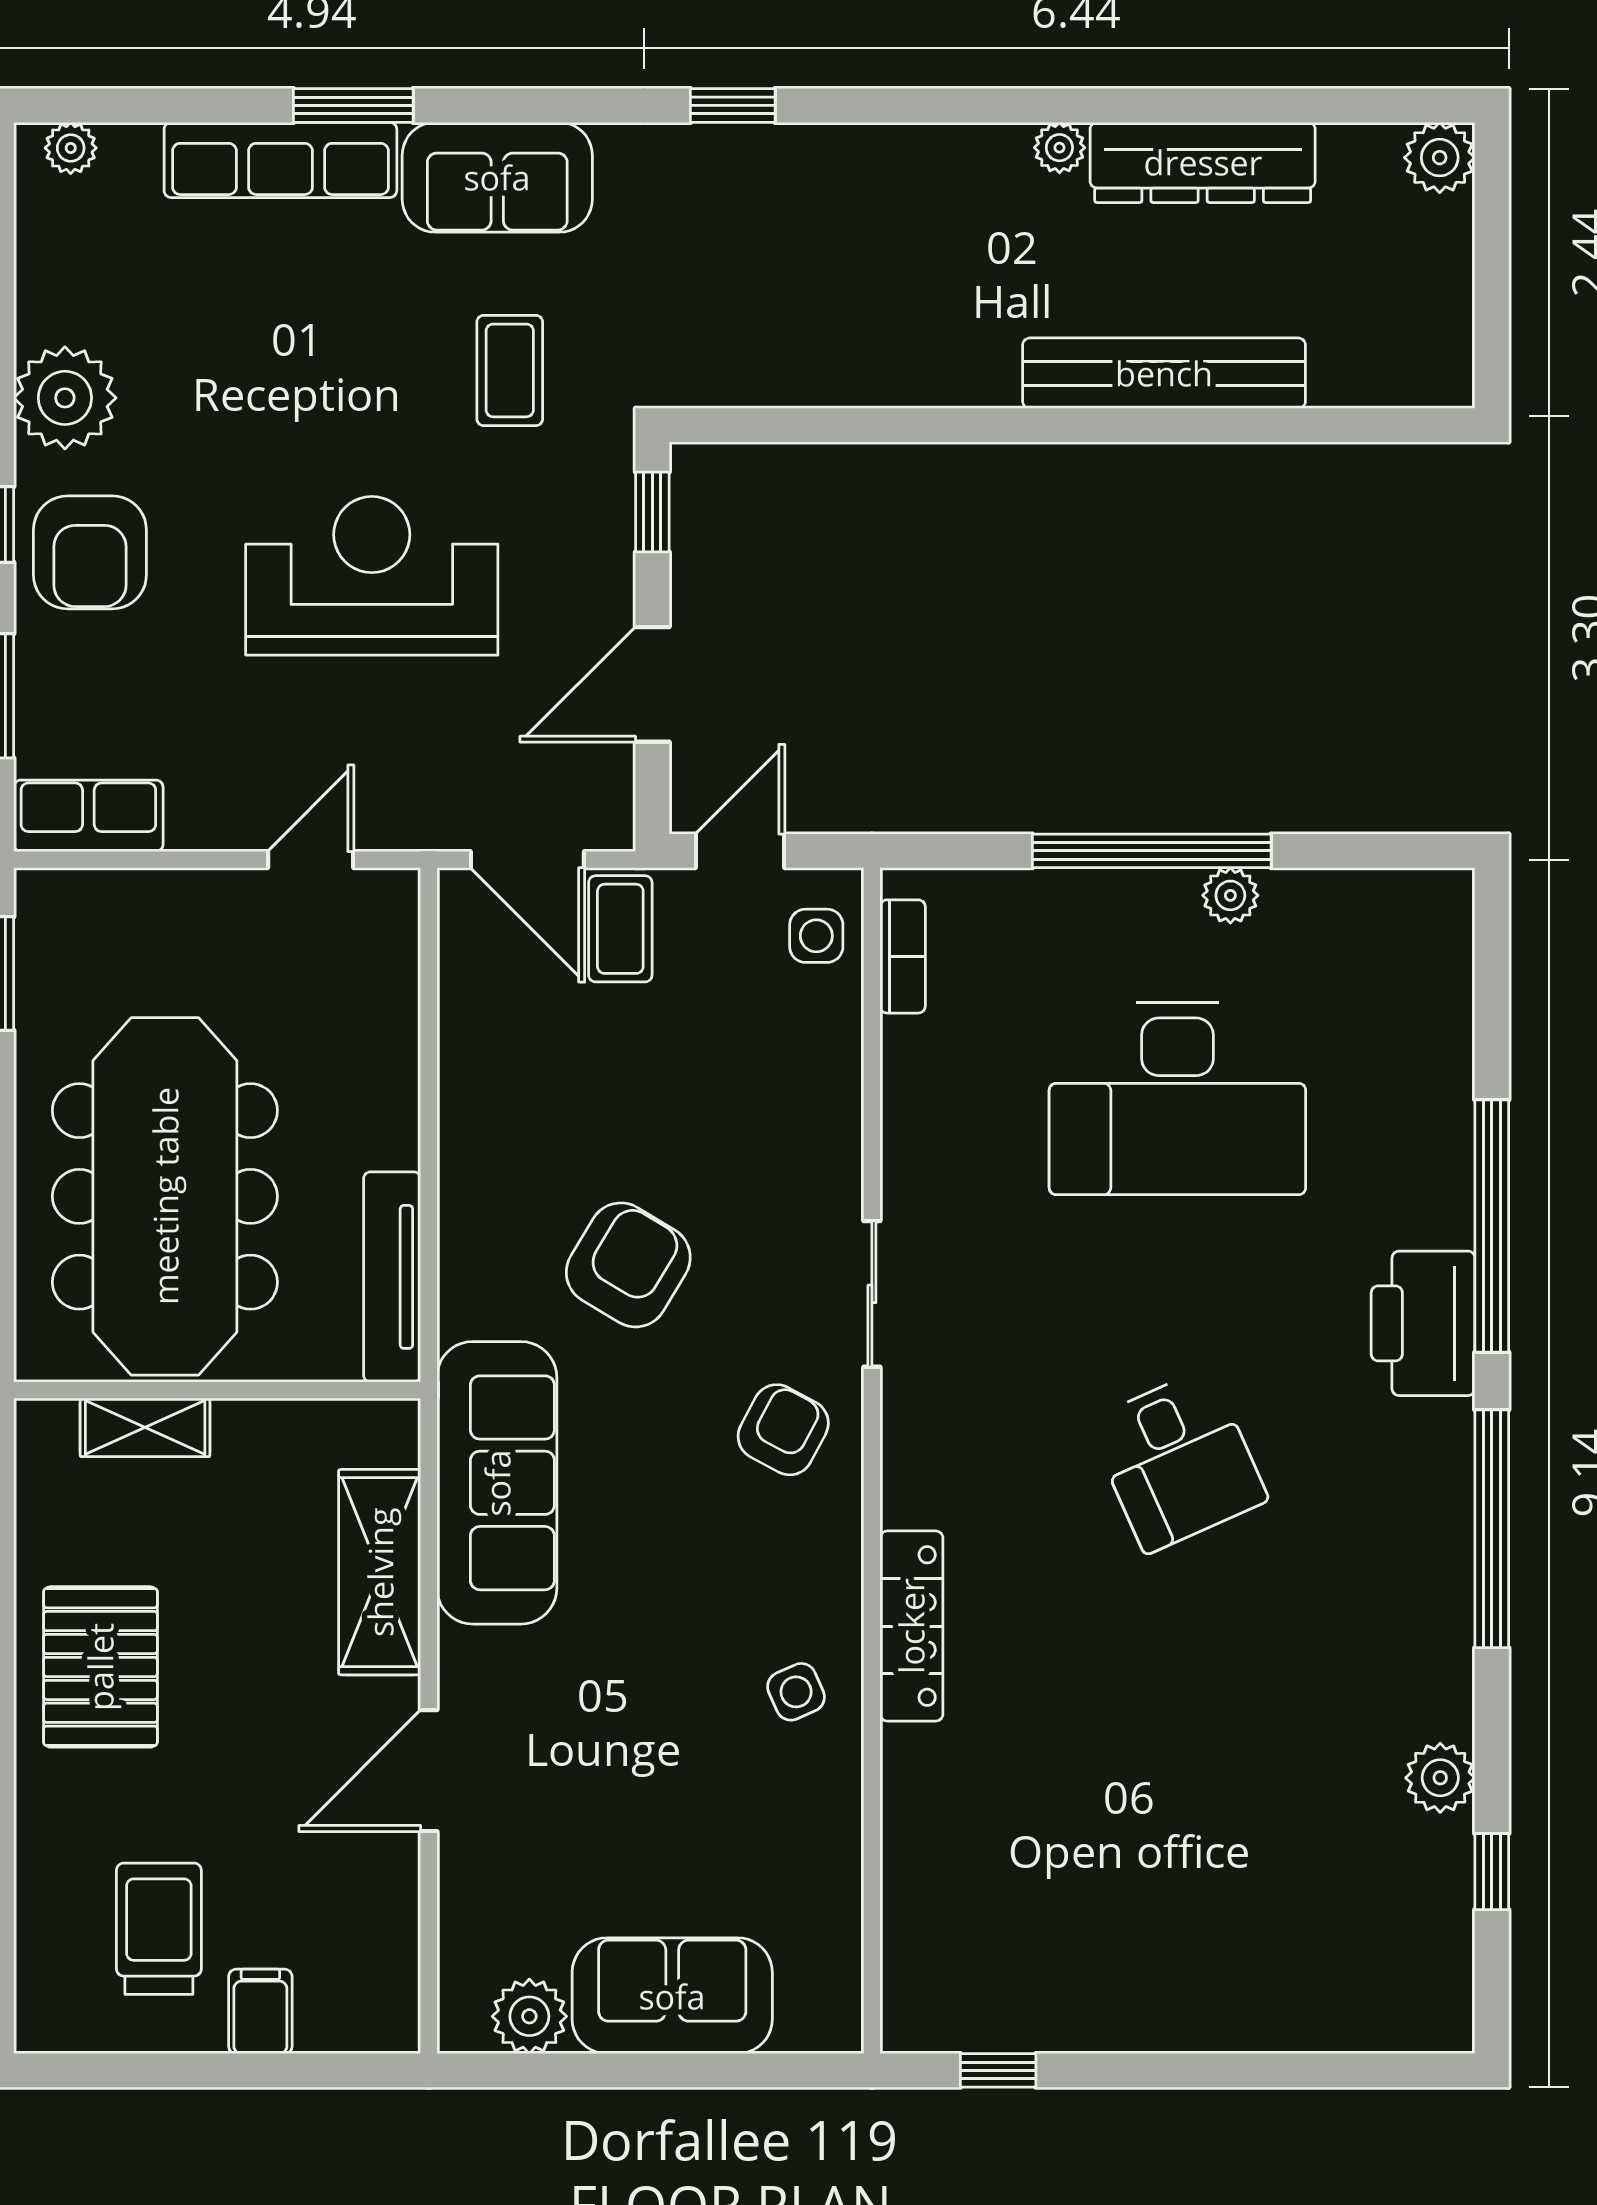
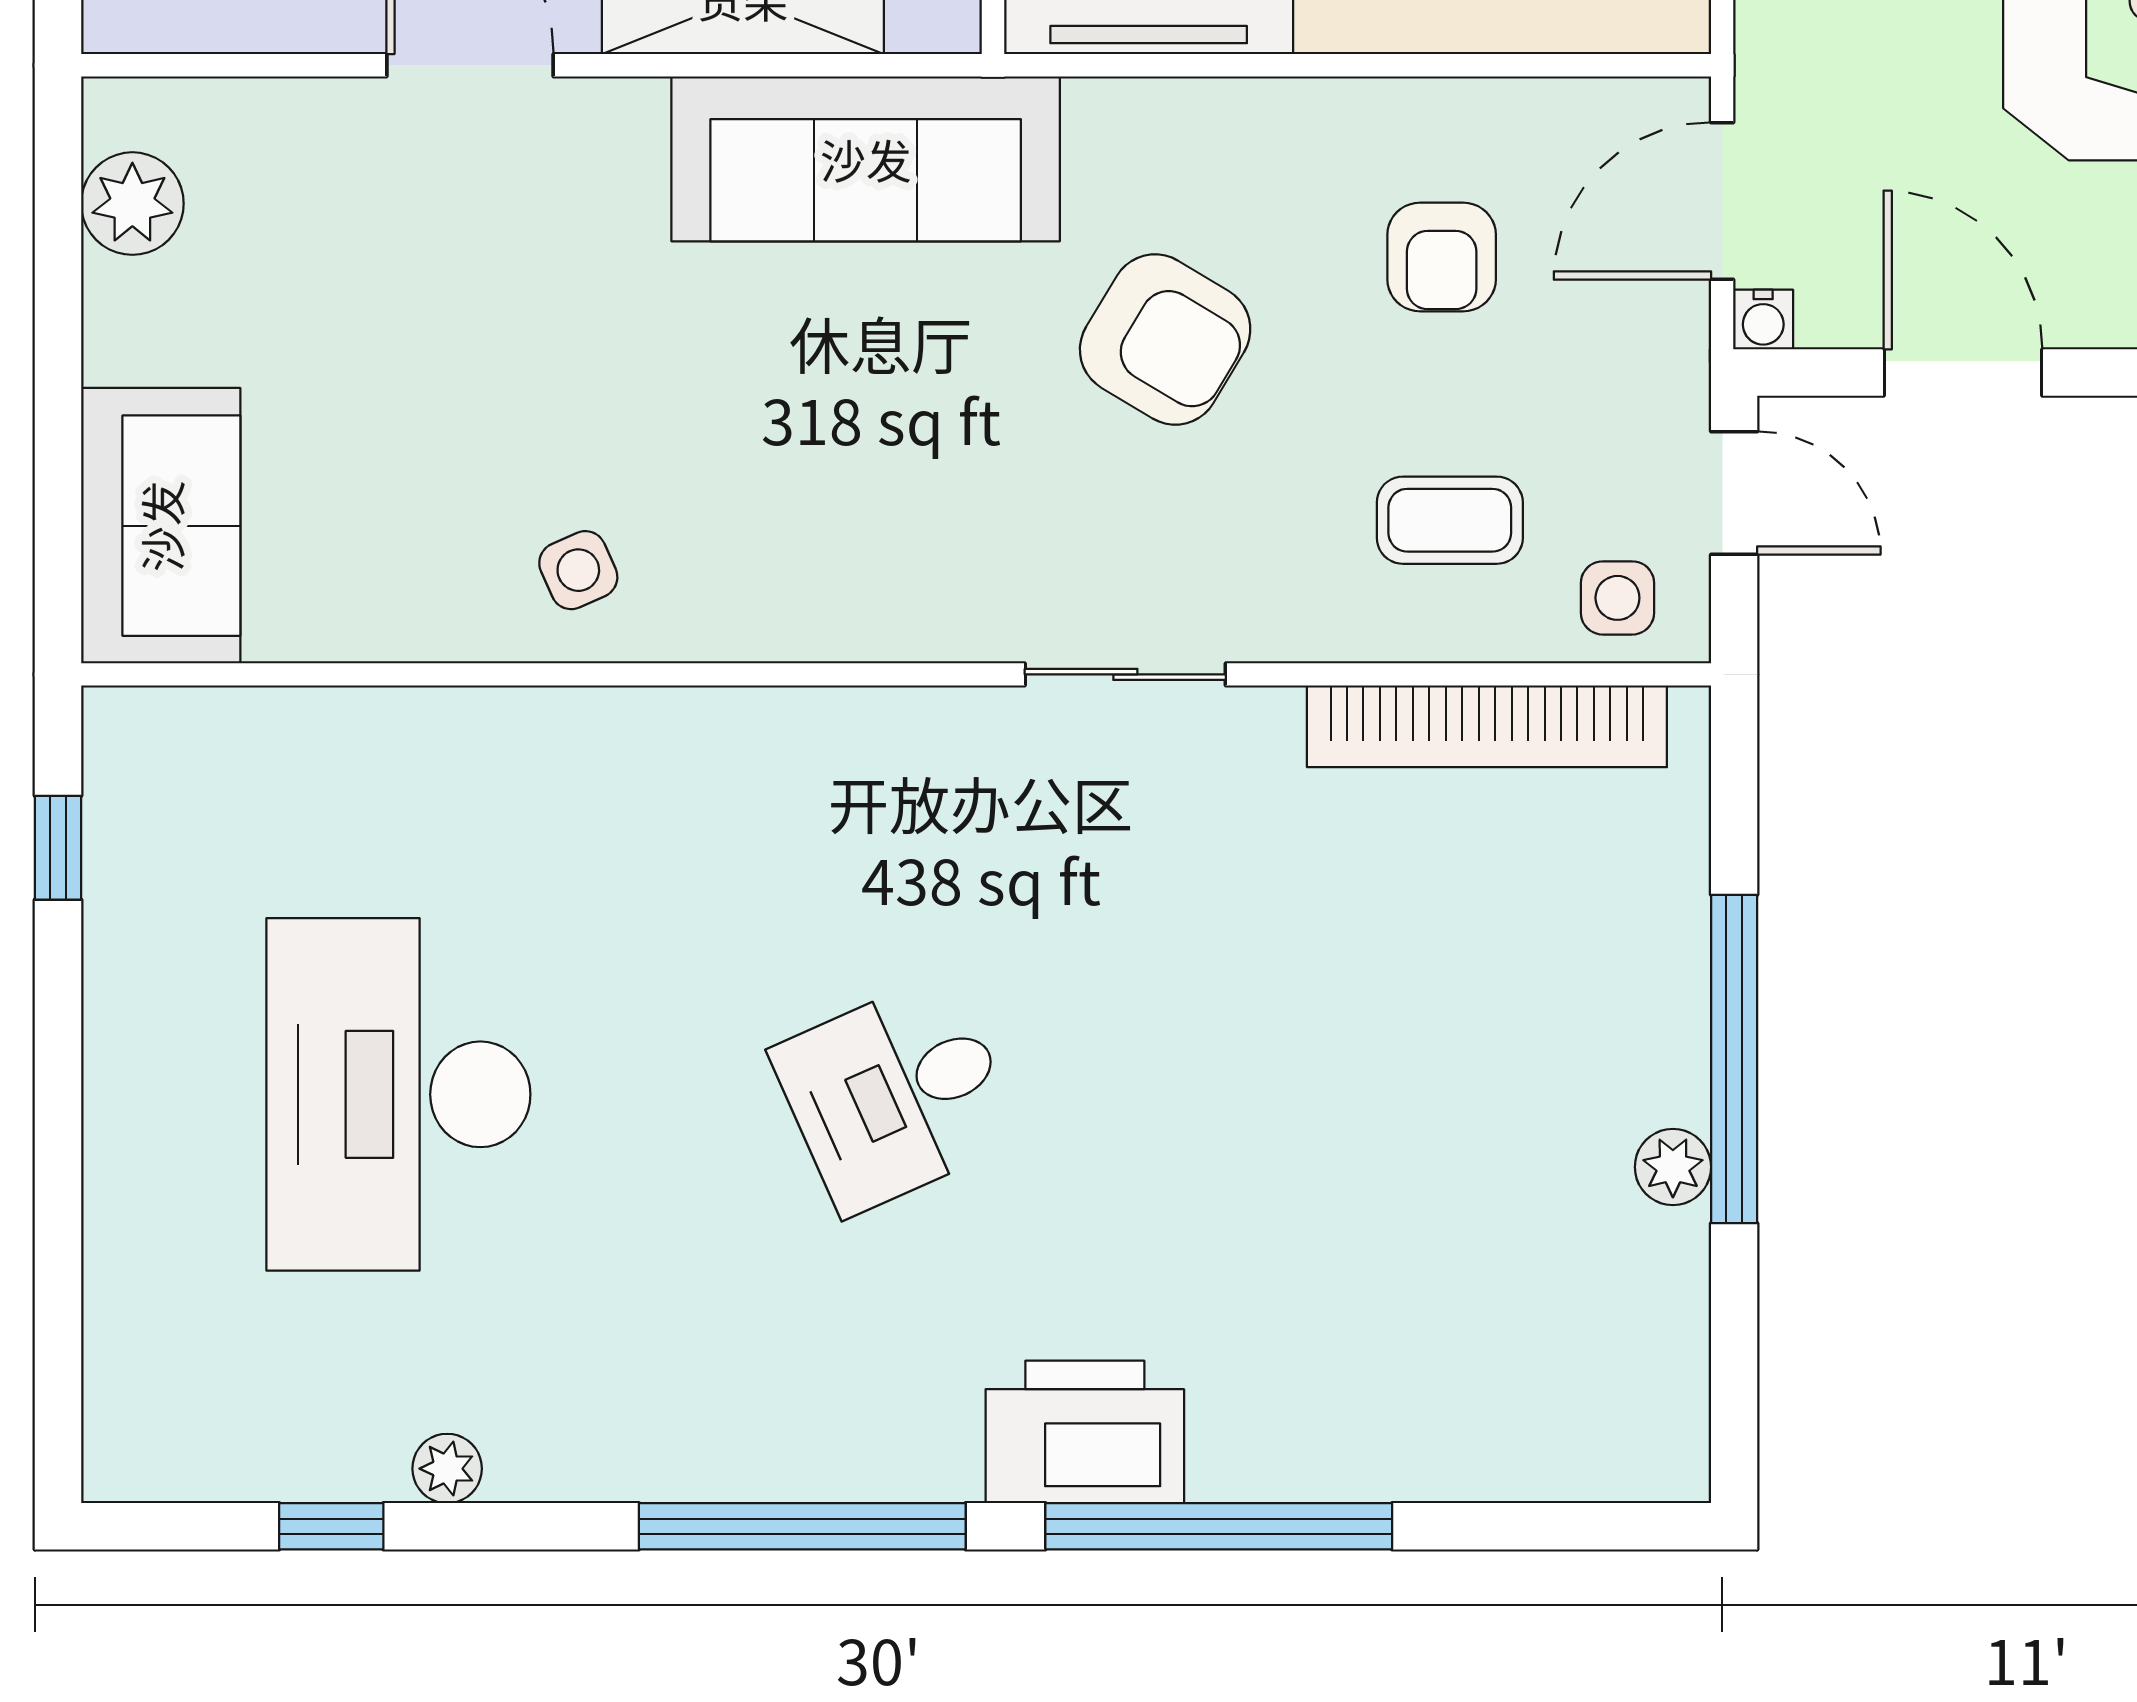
water cooler: (614, 830) -> (1763, 320), added
coffee table: (620, 929) -> (1450, 520), moved
bookcase: (903, 956) -> (1487, 726), width x2.31, depth x1.31
desk: (1177, 1099) -> (398, 1094), moved
armchair: (783, 1430) -> (1442, 257), moved, turned 62
locker: (911, 1626) -> (669, 729), removed
plant: (1440, 1778) -> (447, 1469), width x0.73, depth x0.73
sofa: (672, 1996) -> (161, 526), moved

